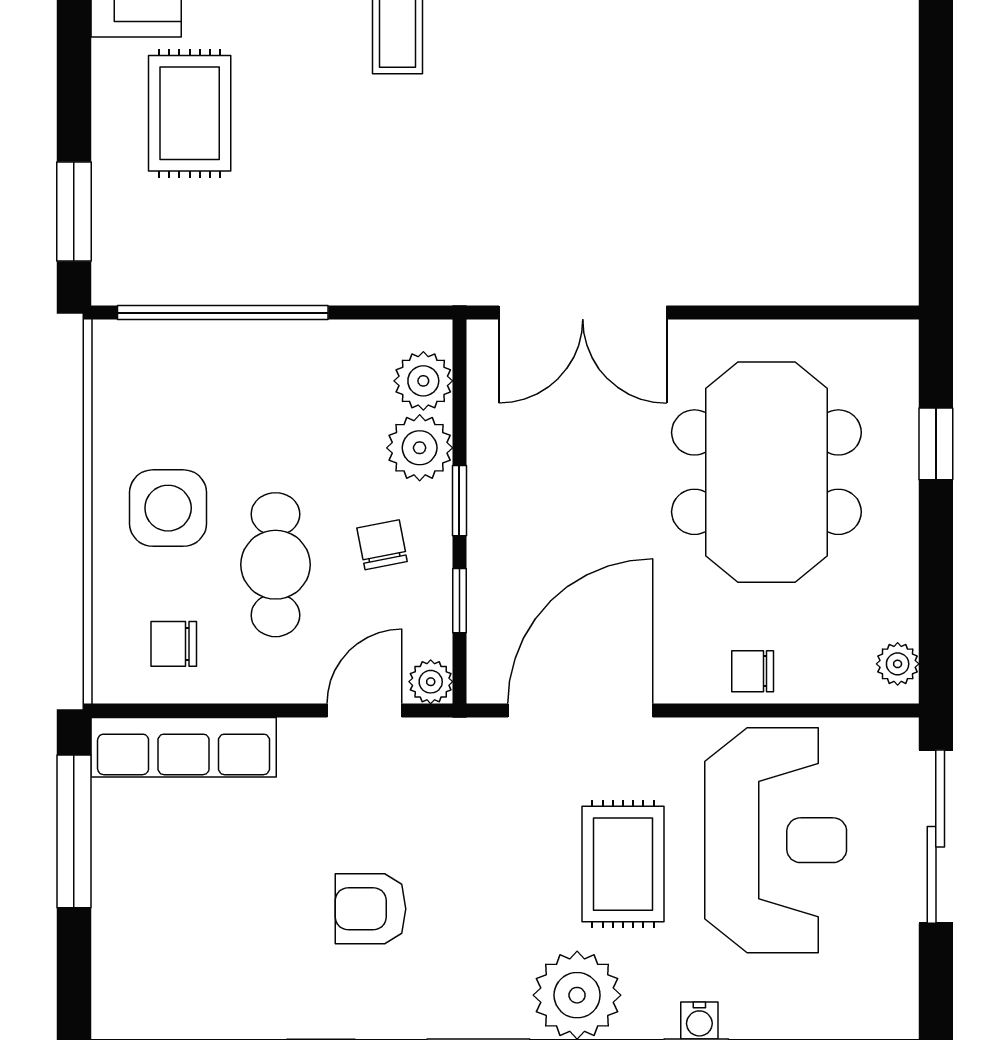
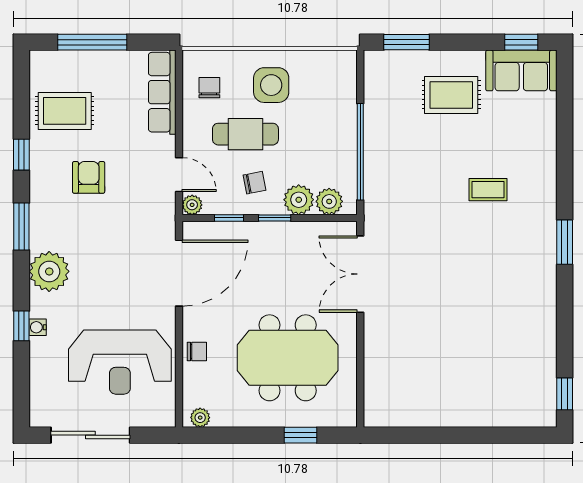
window: (223, 313) -> (360, 152), moved
chair: (753, 671) -> (197, 352), turned 90
door: (580, 710) -> (179, 273), hinge flipped
window: (74, 831) -> (92, 42), moved
sliding door: (936, 837) -> (90, 435), moved
rug: (623, 864) -> (65, 111), moved

